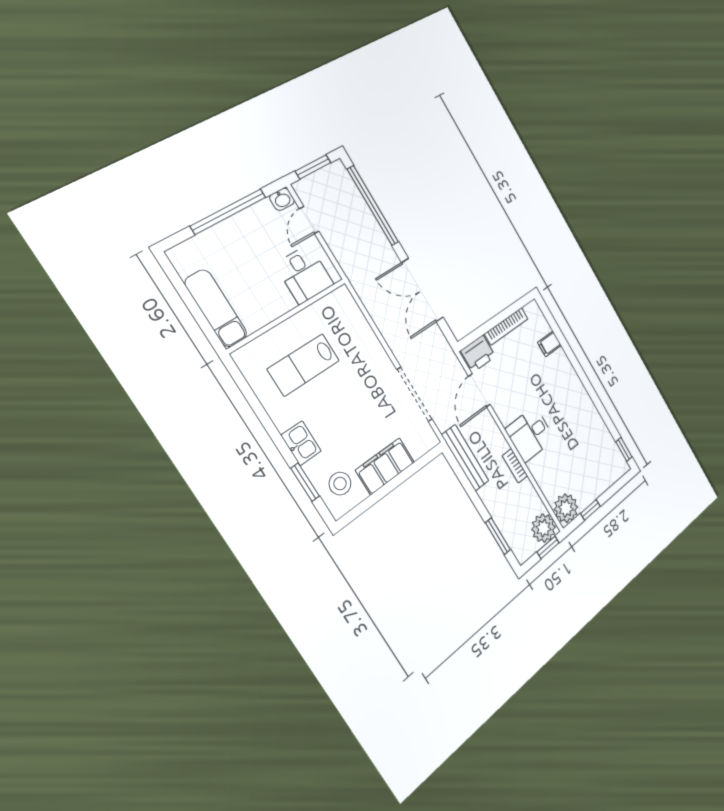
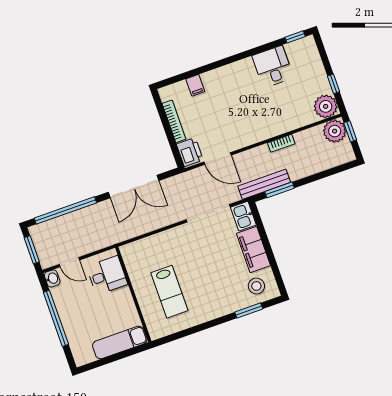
desk: (530, 434) -> (273, 67), moved, turned 180
kitchen sink: (301, 443) -> (243, 216), moved, turned -90
window: (498, 536) -> (280, 190), moved

